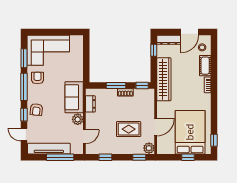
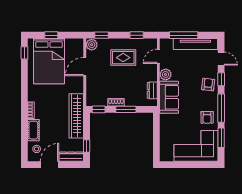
rug: (129, 129) -> (123, 58), moved

